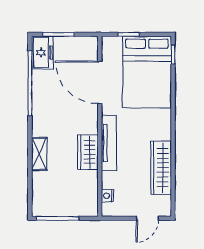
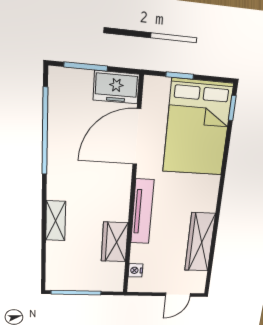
freezer: (42, 53) -> (116, 87), moved, turned 90
door: (100, 82) -> (137, 137), hinge flipped
wardrobe: (88, 152) -> (115, 242), moved

